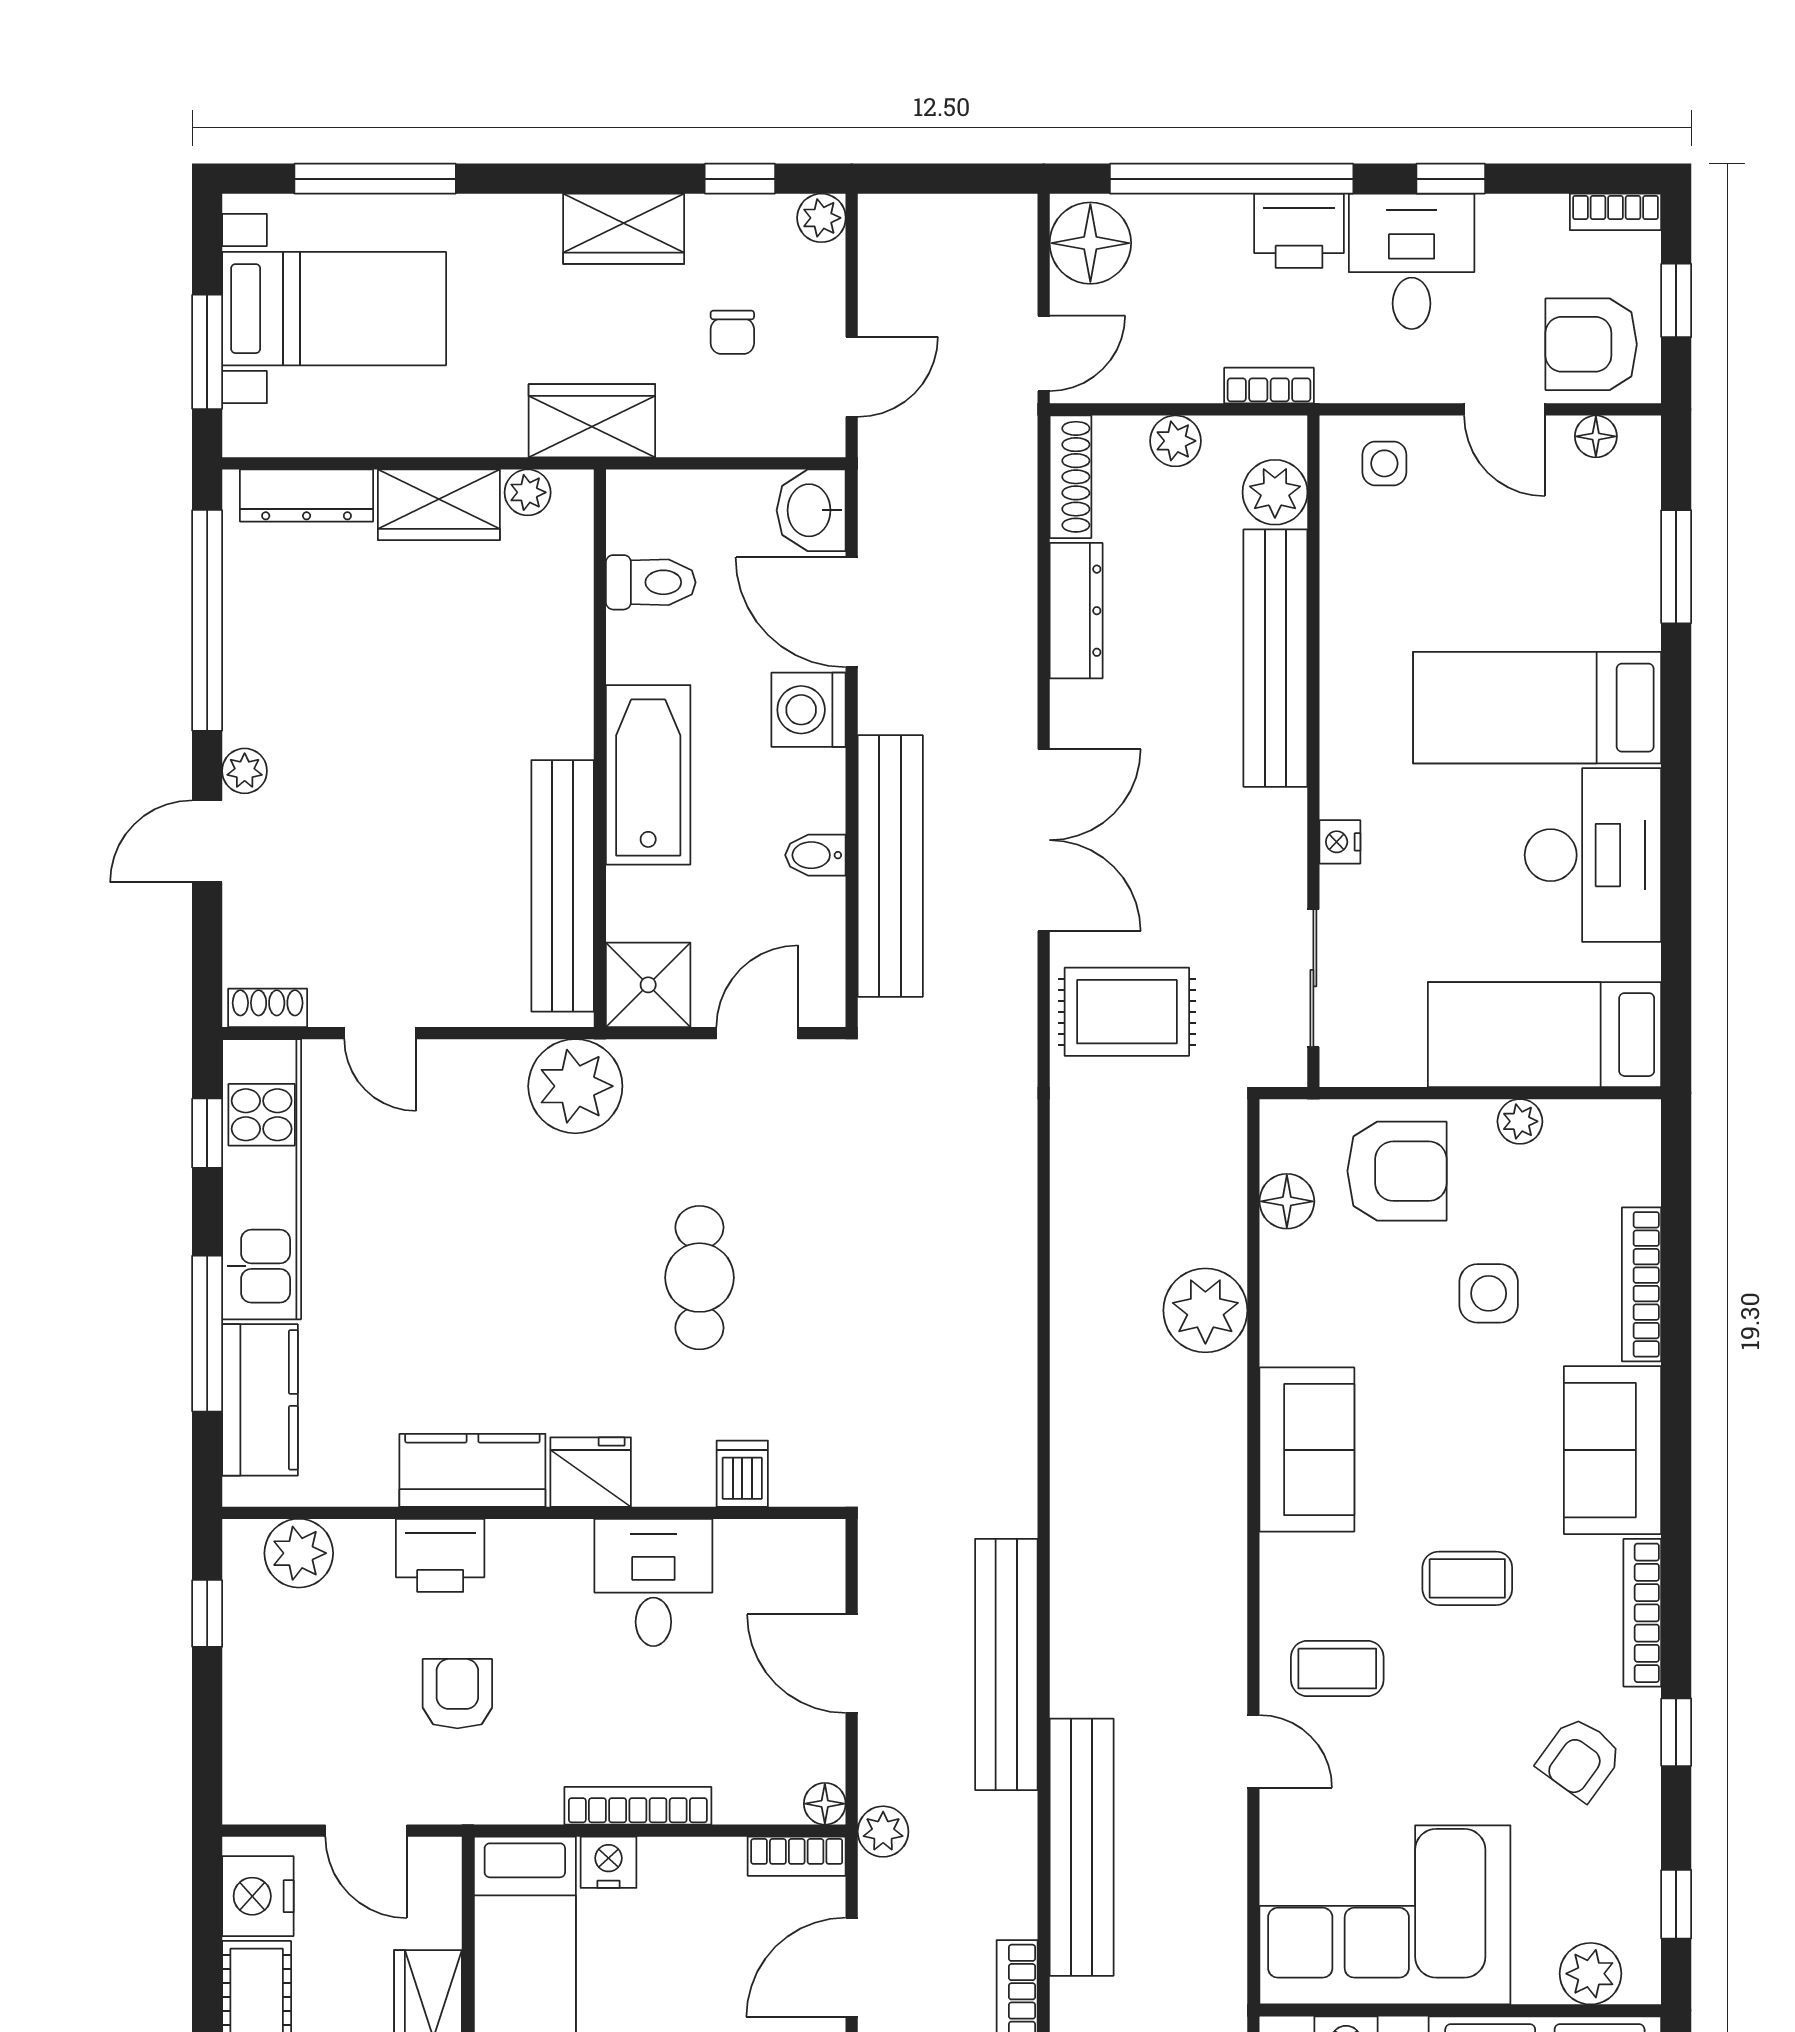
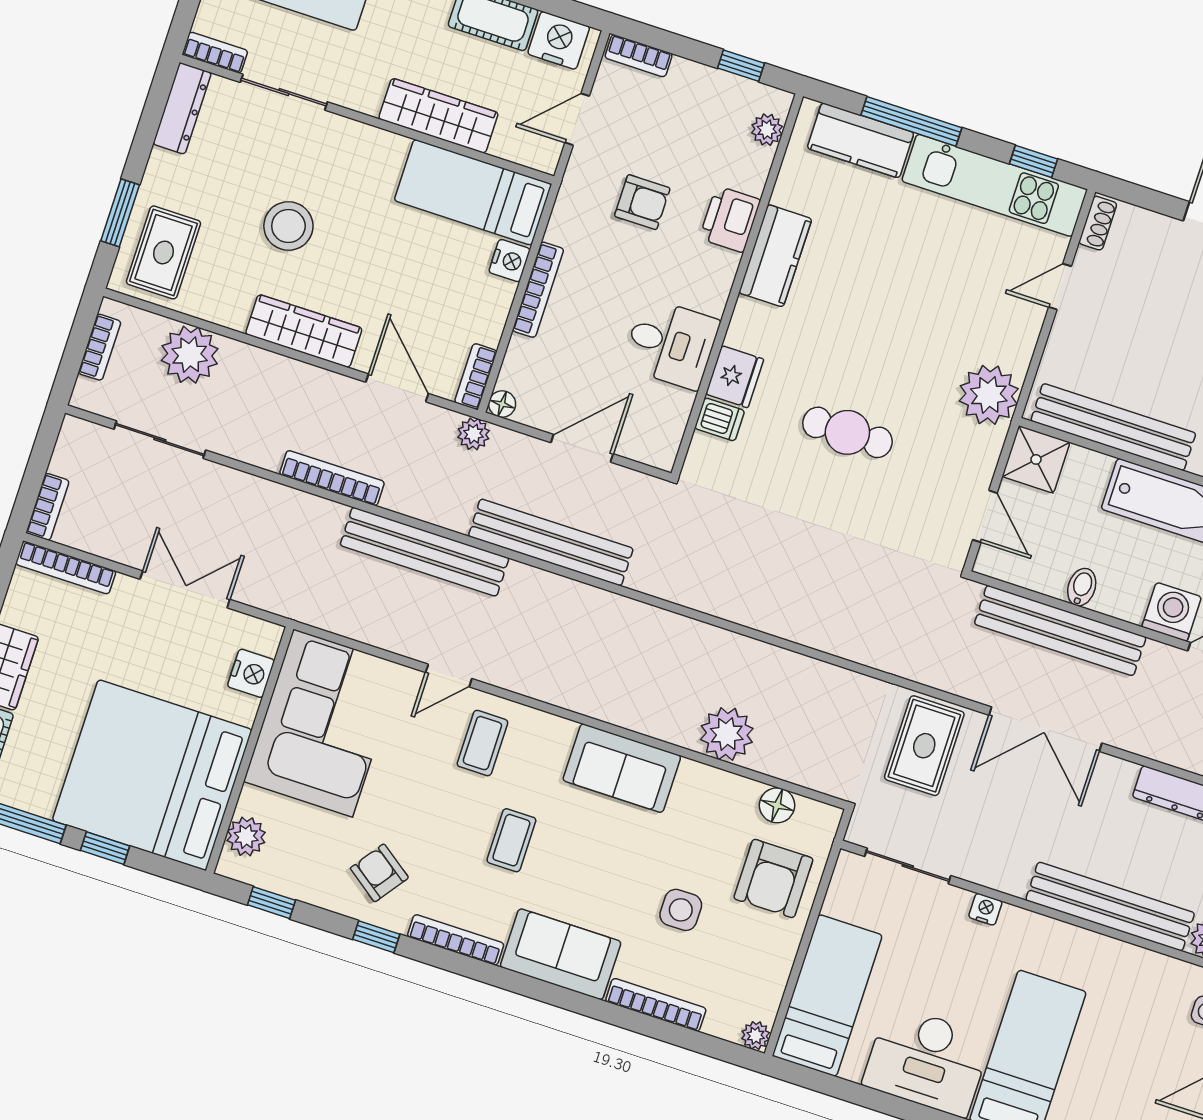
plant: (1520, 1121) -> (756, 1036), moved
fridge: (591, 1472) -> (735, 377), moved
plant: (299, 1553) -> (767, 130), width x0.73, depth x0.73
bookcase: (242, 1770) -> (639, 56), added

